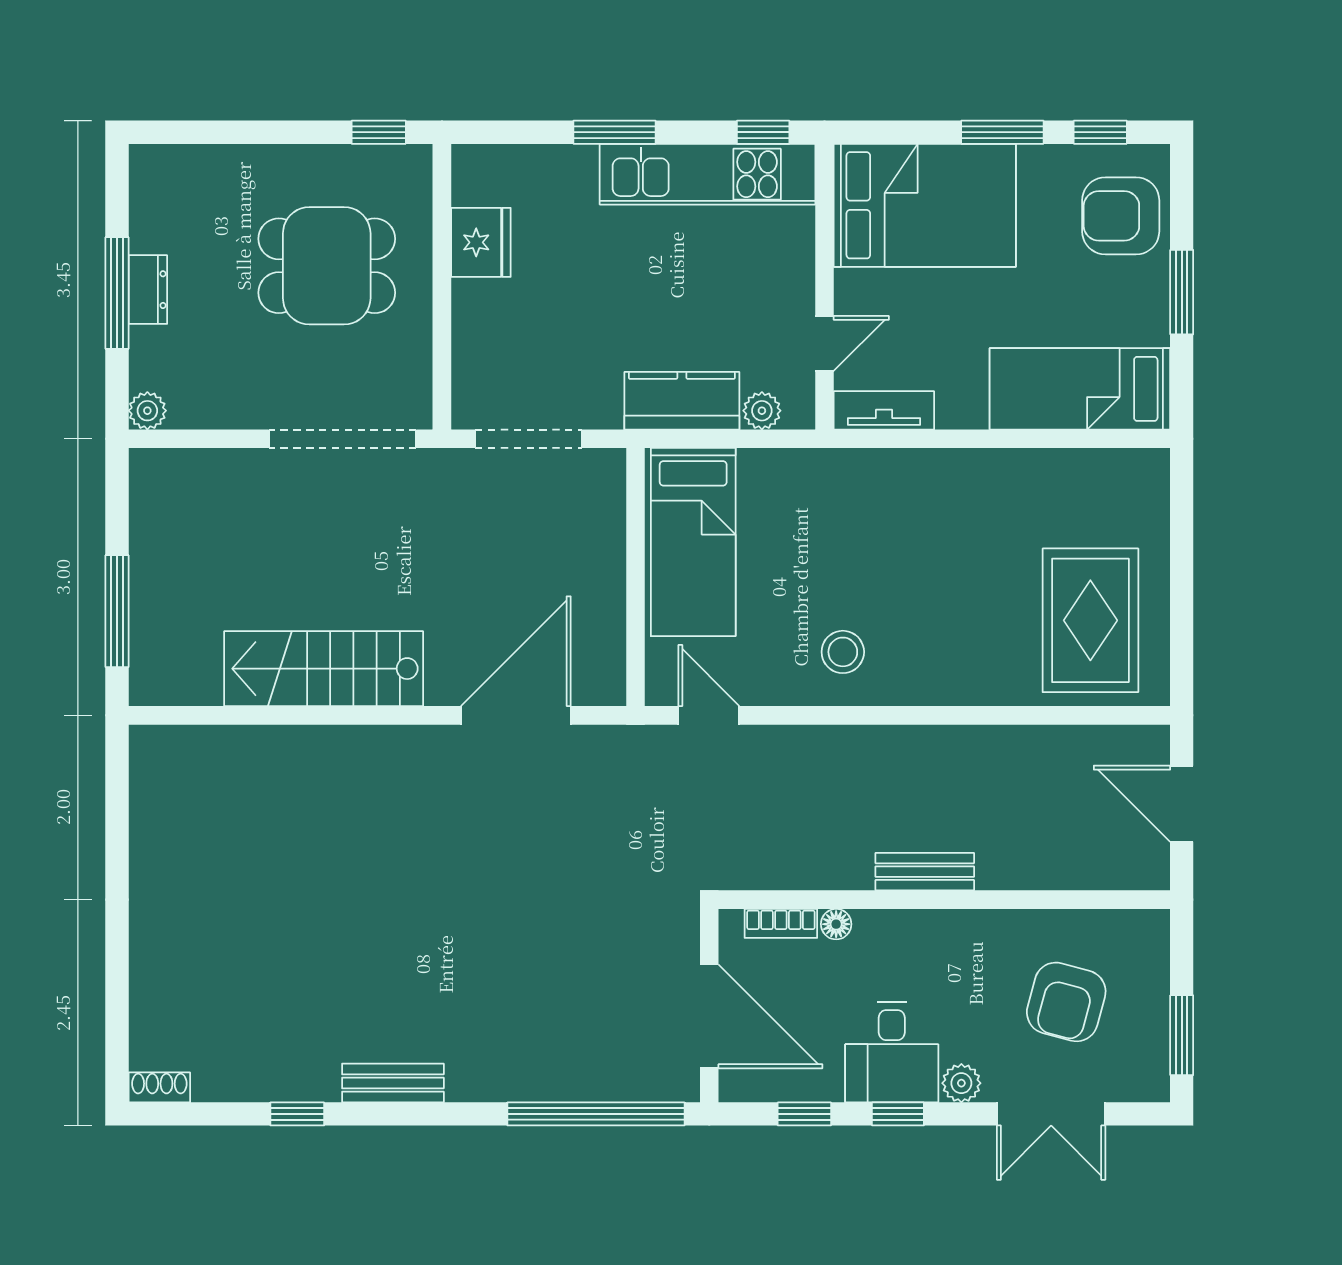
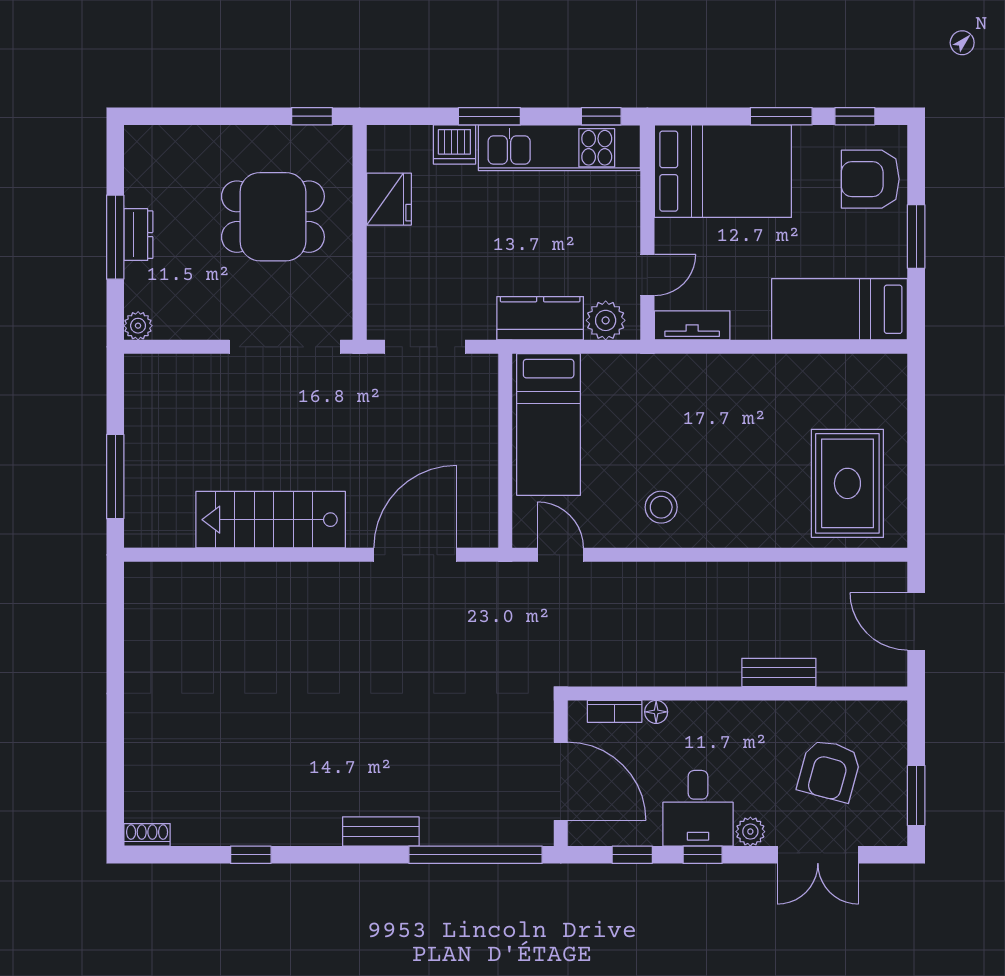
dishwasher: (568, 170) -> (454, 145), added
plant: (762, 411) -> (606, 320), width x1.38, depth x1.38
bench: (925, 872) -> (779, 672), moved
bench: (393, 1083) -> (381, 831), moved

